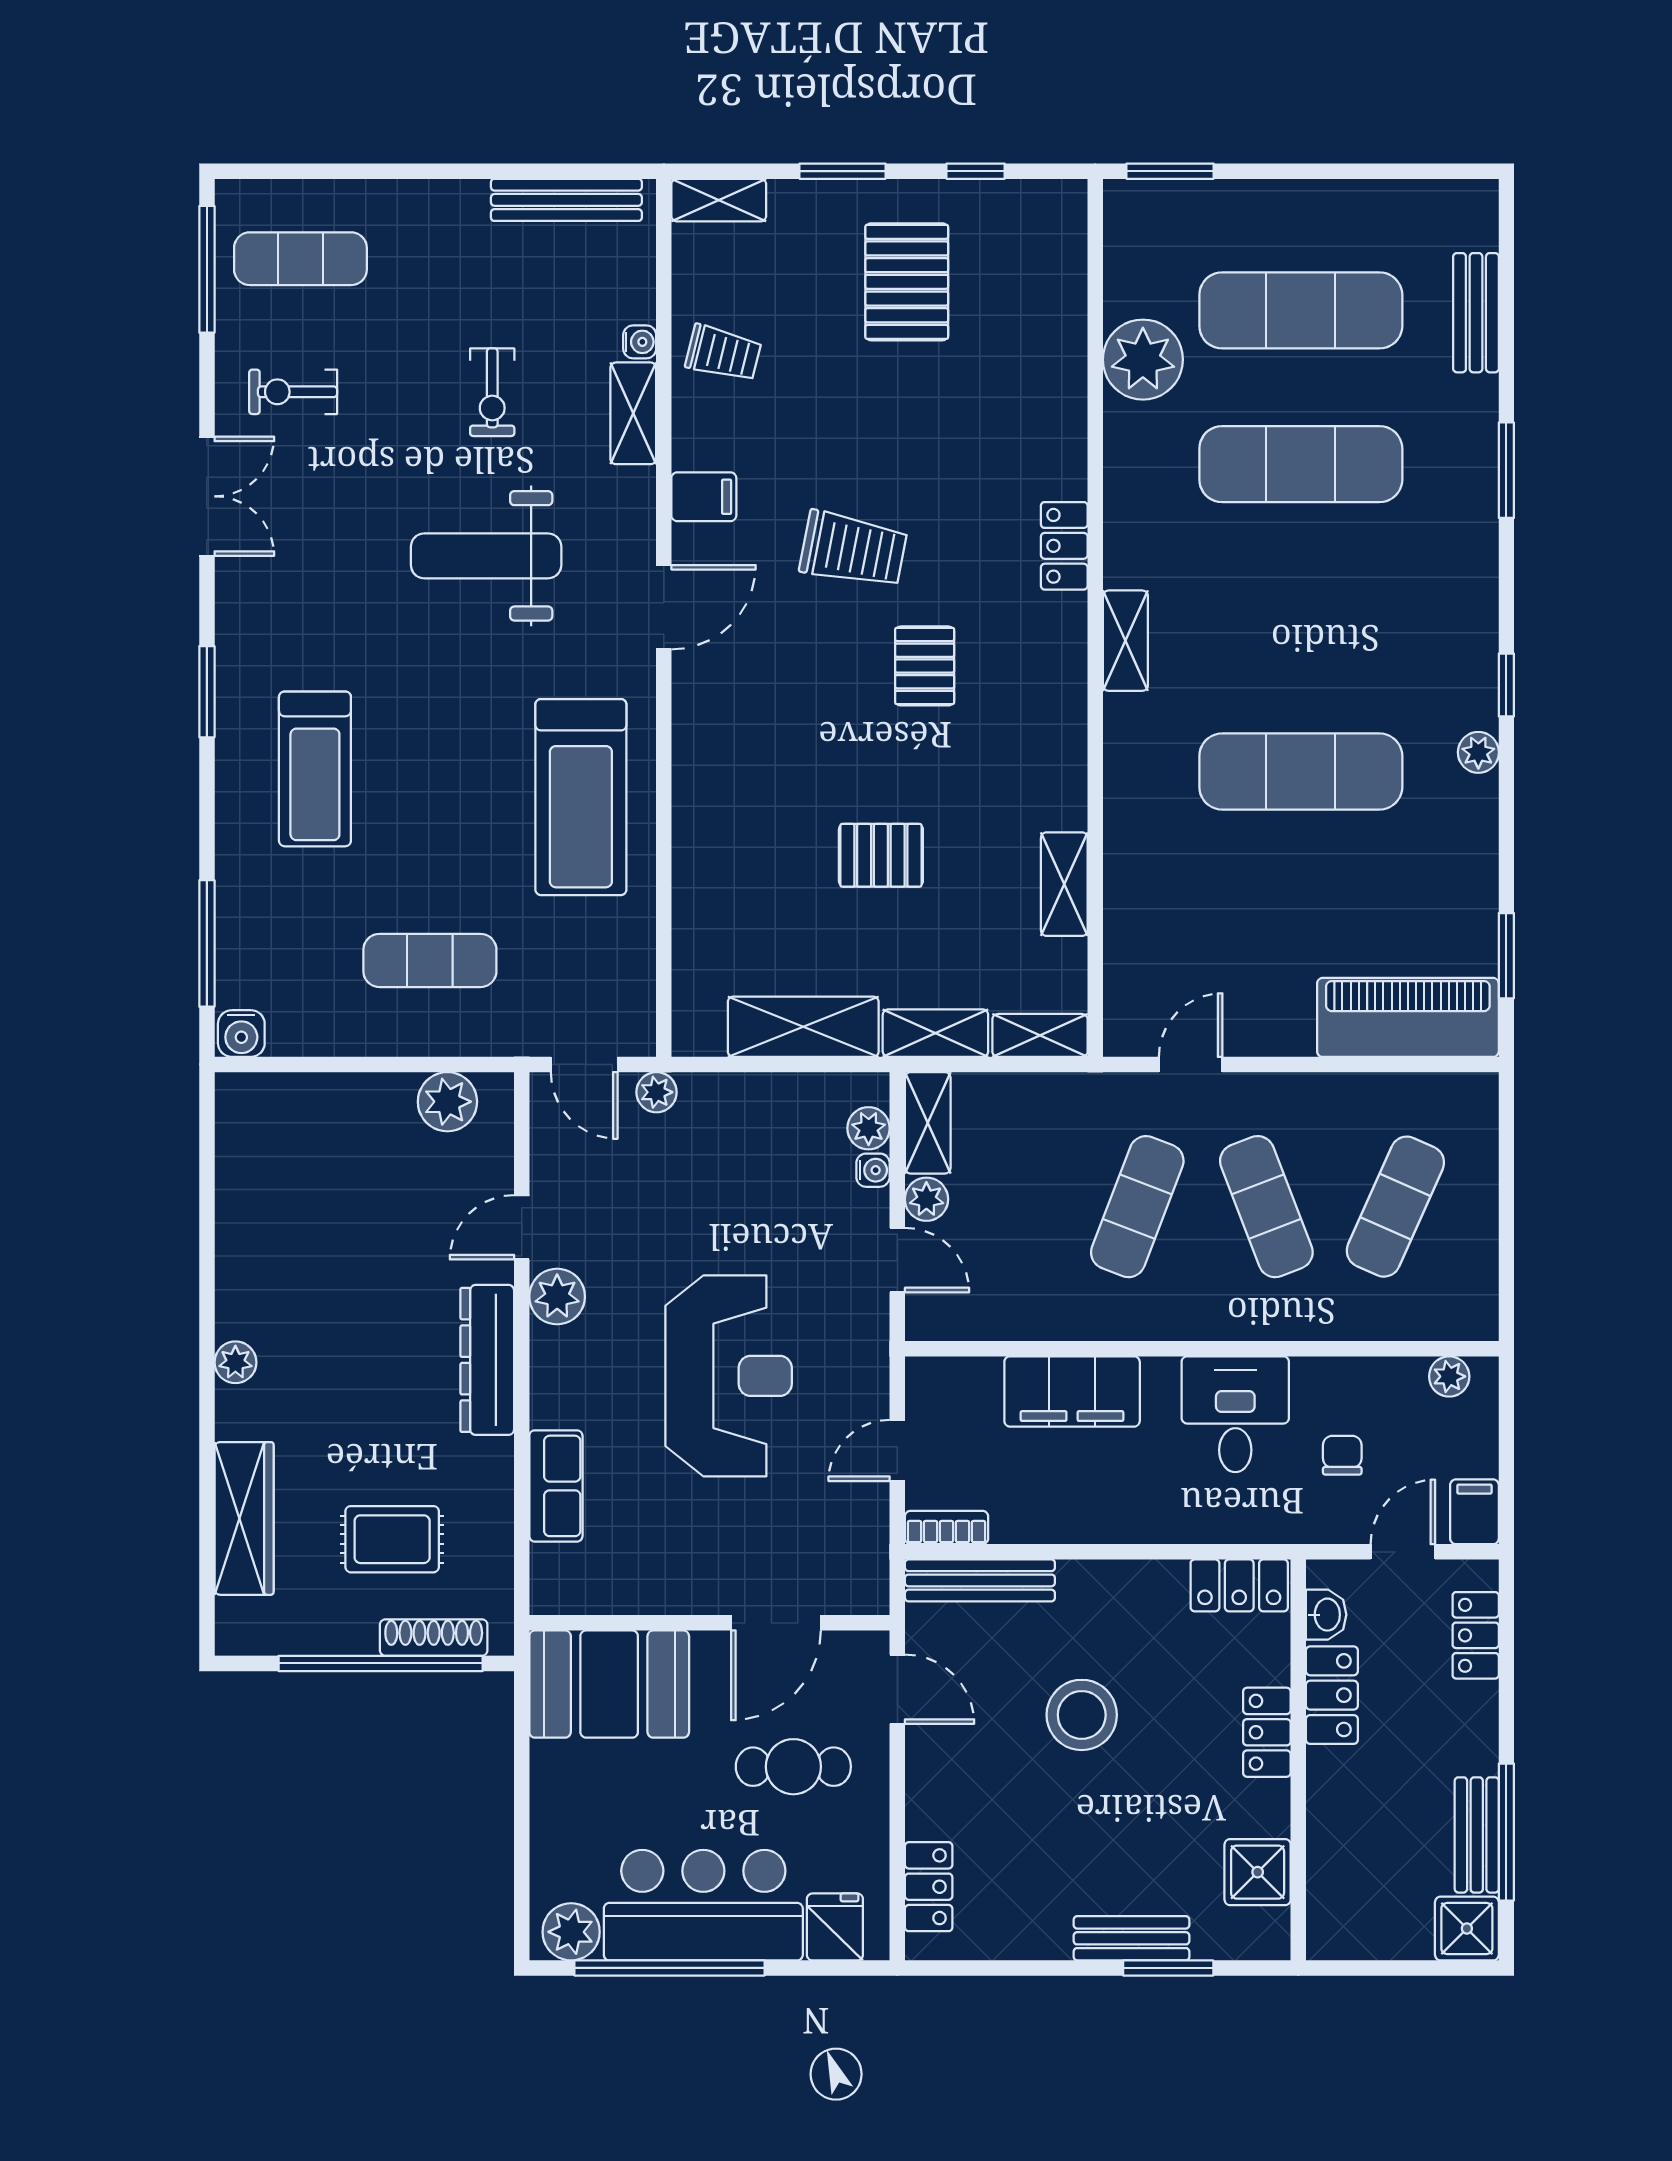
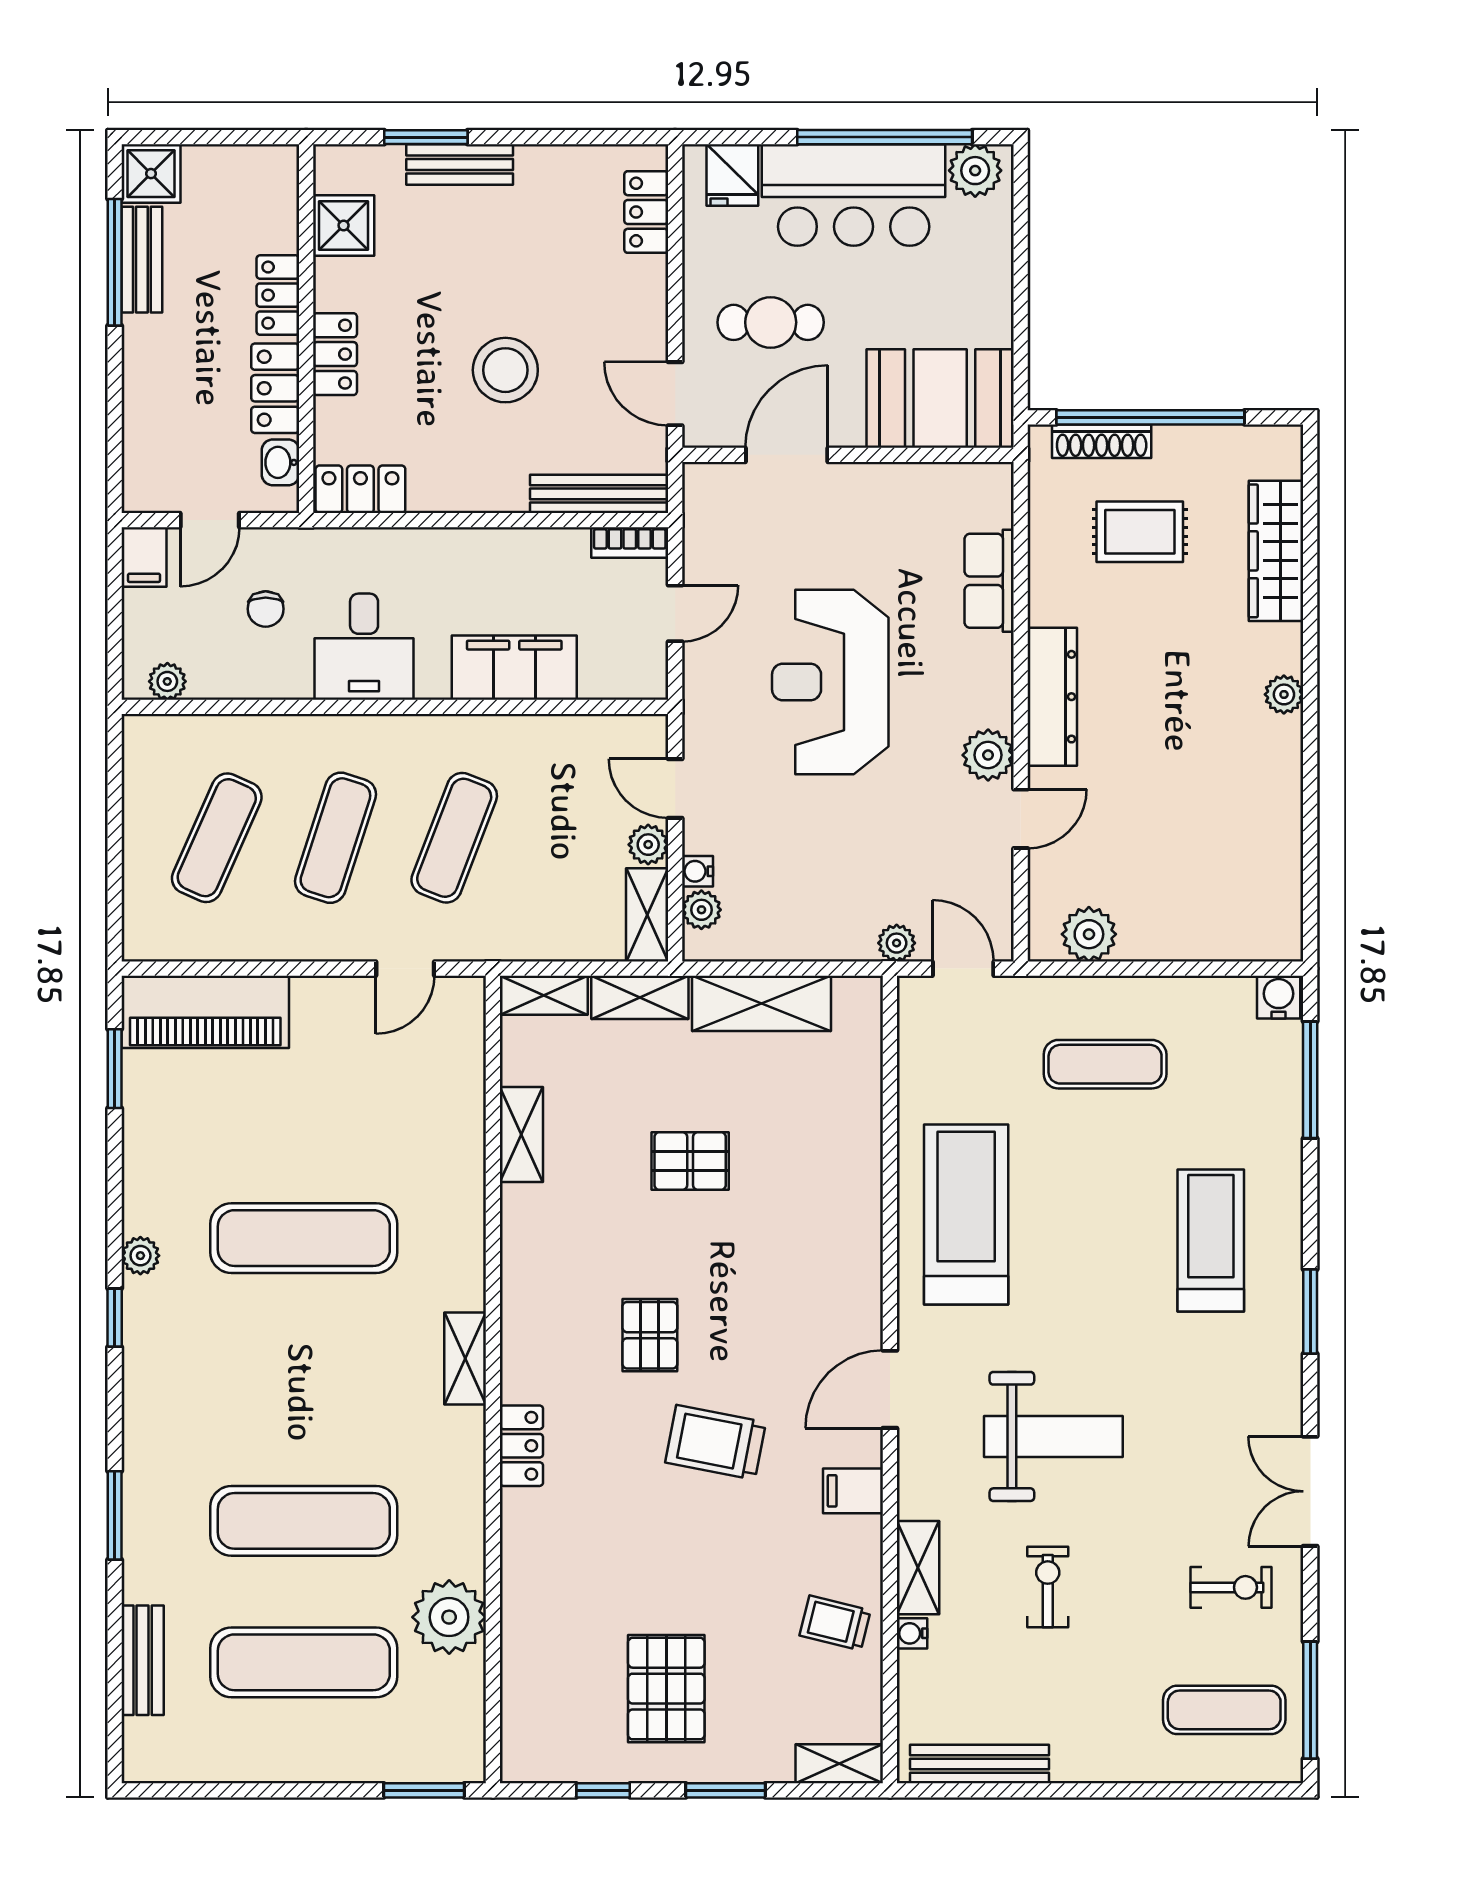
exercise mat: (1266, 1207) -> (335, 838), turned 39
locker: (1476, 1635) -> (278, 295), moved, turned 180

